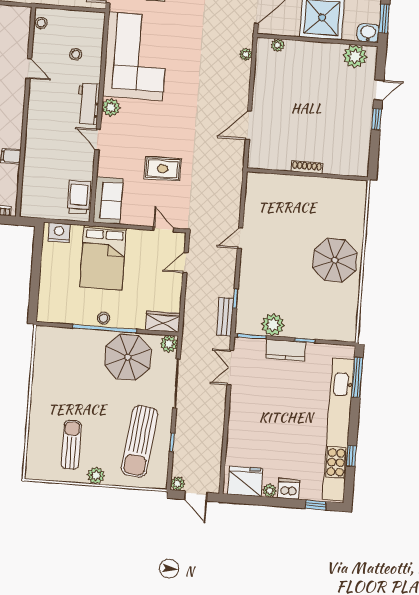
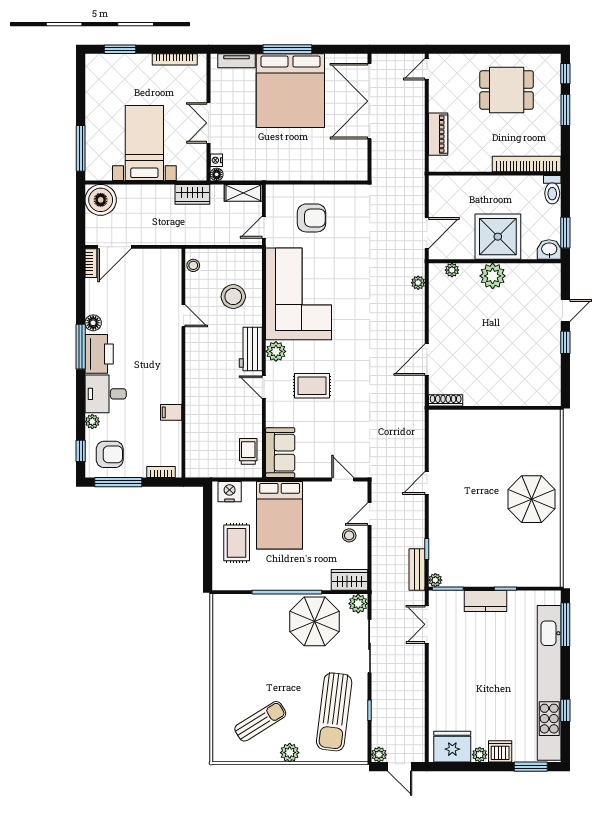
stool: (76, 54) -> (233, 297), width x1.89, depth x1.89
plant: (355, 56) -> (493, 276), moved
shoe rack: (307, 167) -> (446, 400), moved
rug: (163, 169) -> (312, 386), moved
trolley: (79, 197) -> (248, 451), width x0.73, depth x0.72
rug: (62, 280) -> (237, 543), added
stool: (103, 318) -> (349, 535), moved
plant: (273, 325) -> (435, 580), moved, width x0.53, depth x0.53
sun lounger: (71, 445) -> (260, 721), turned 58
window: (316, 505) -> (531, 767), width x1.50

